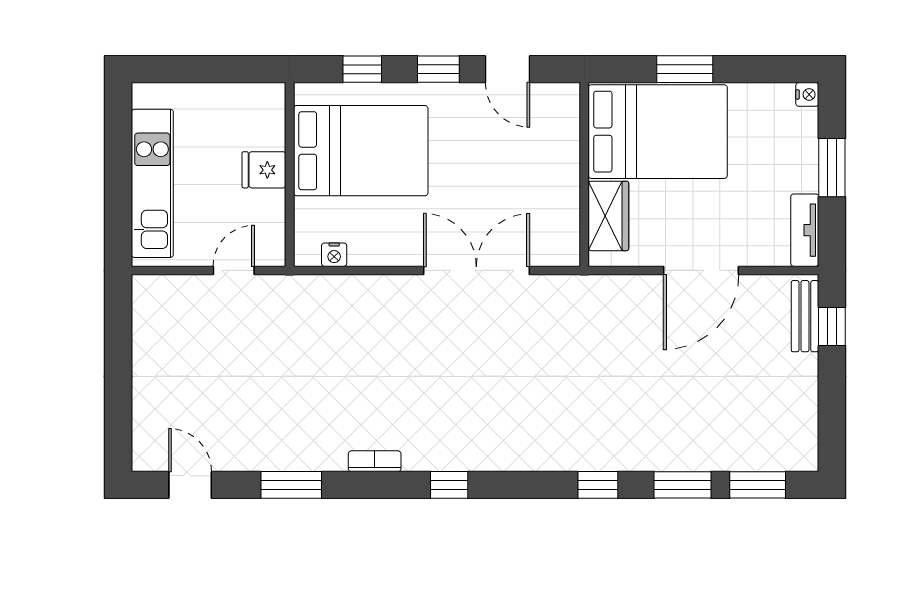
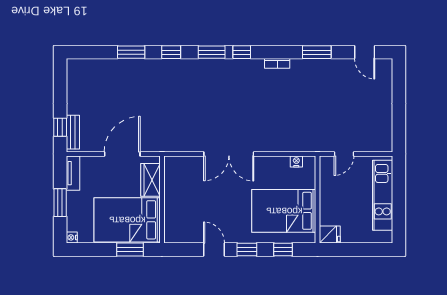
bed: (658, 132) -> (127, 220), moved
fridge: (264, 170) -> (330, 235), moved
wall: (584, 174) -> (162, 199), moved
wardrobe: (608, 216) -> (150, 180), moved
window: (758, 485) -> (212, 52), moved

